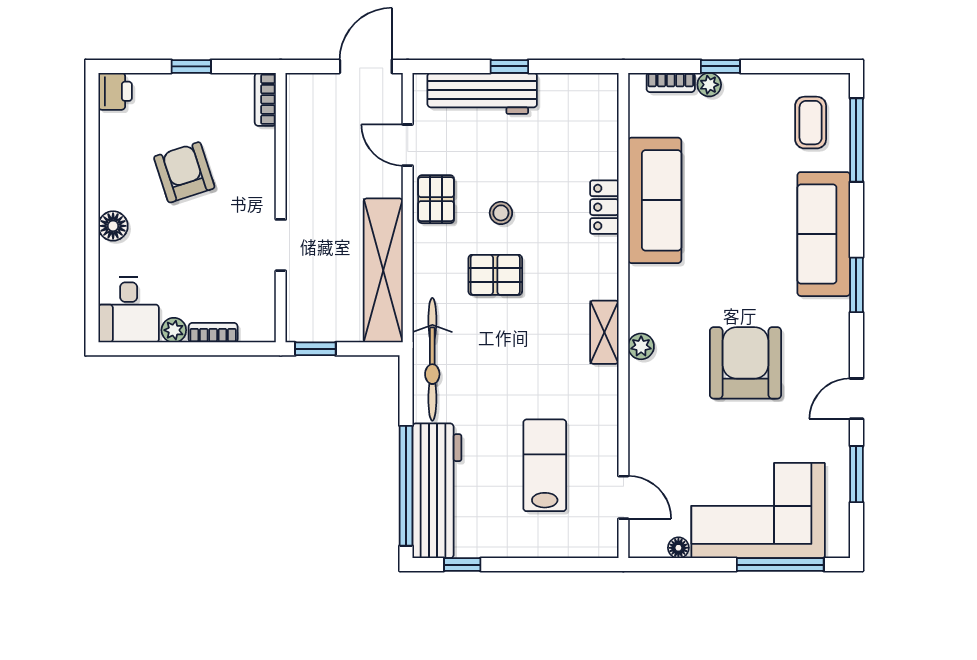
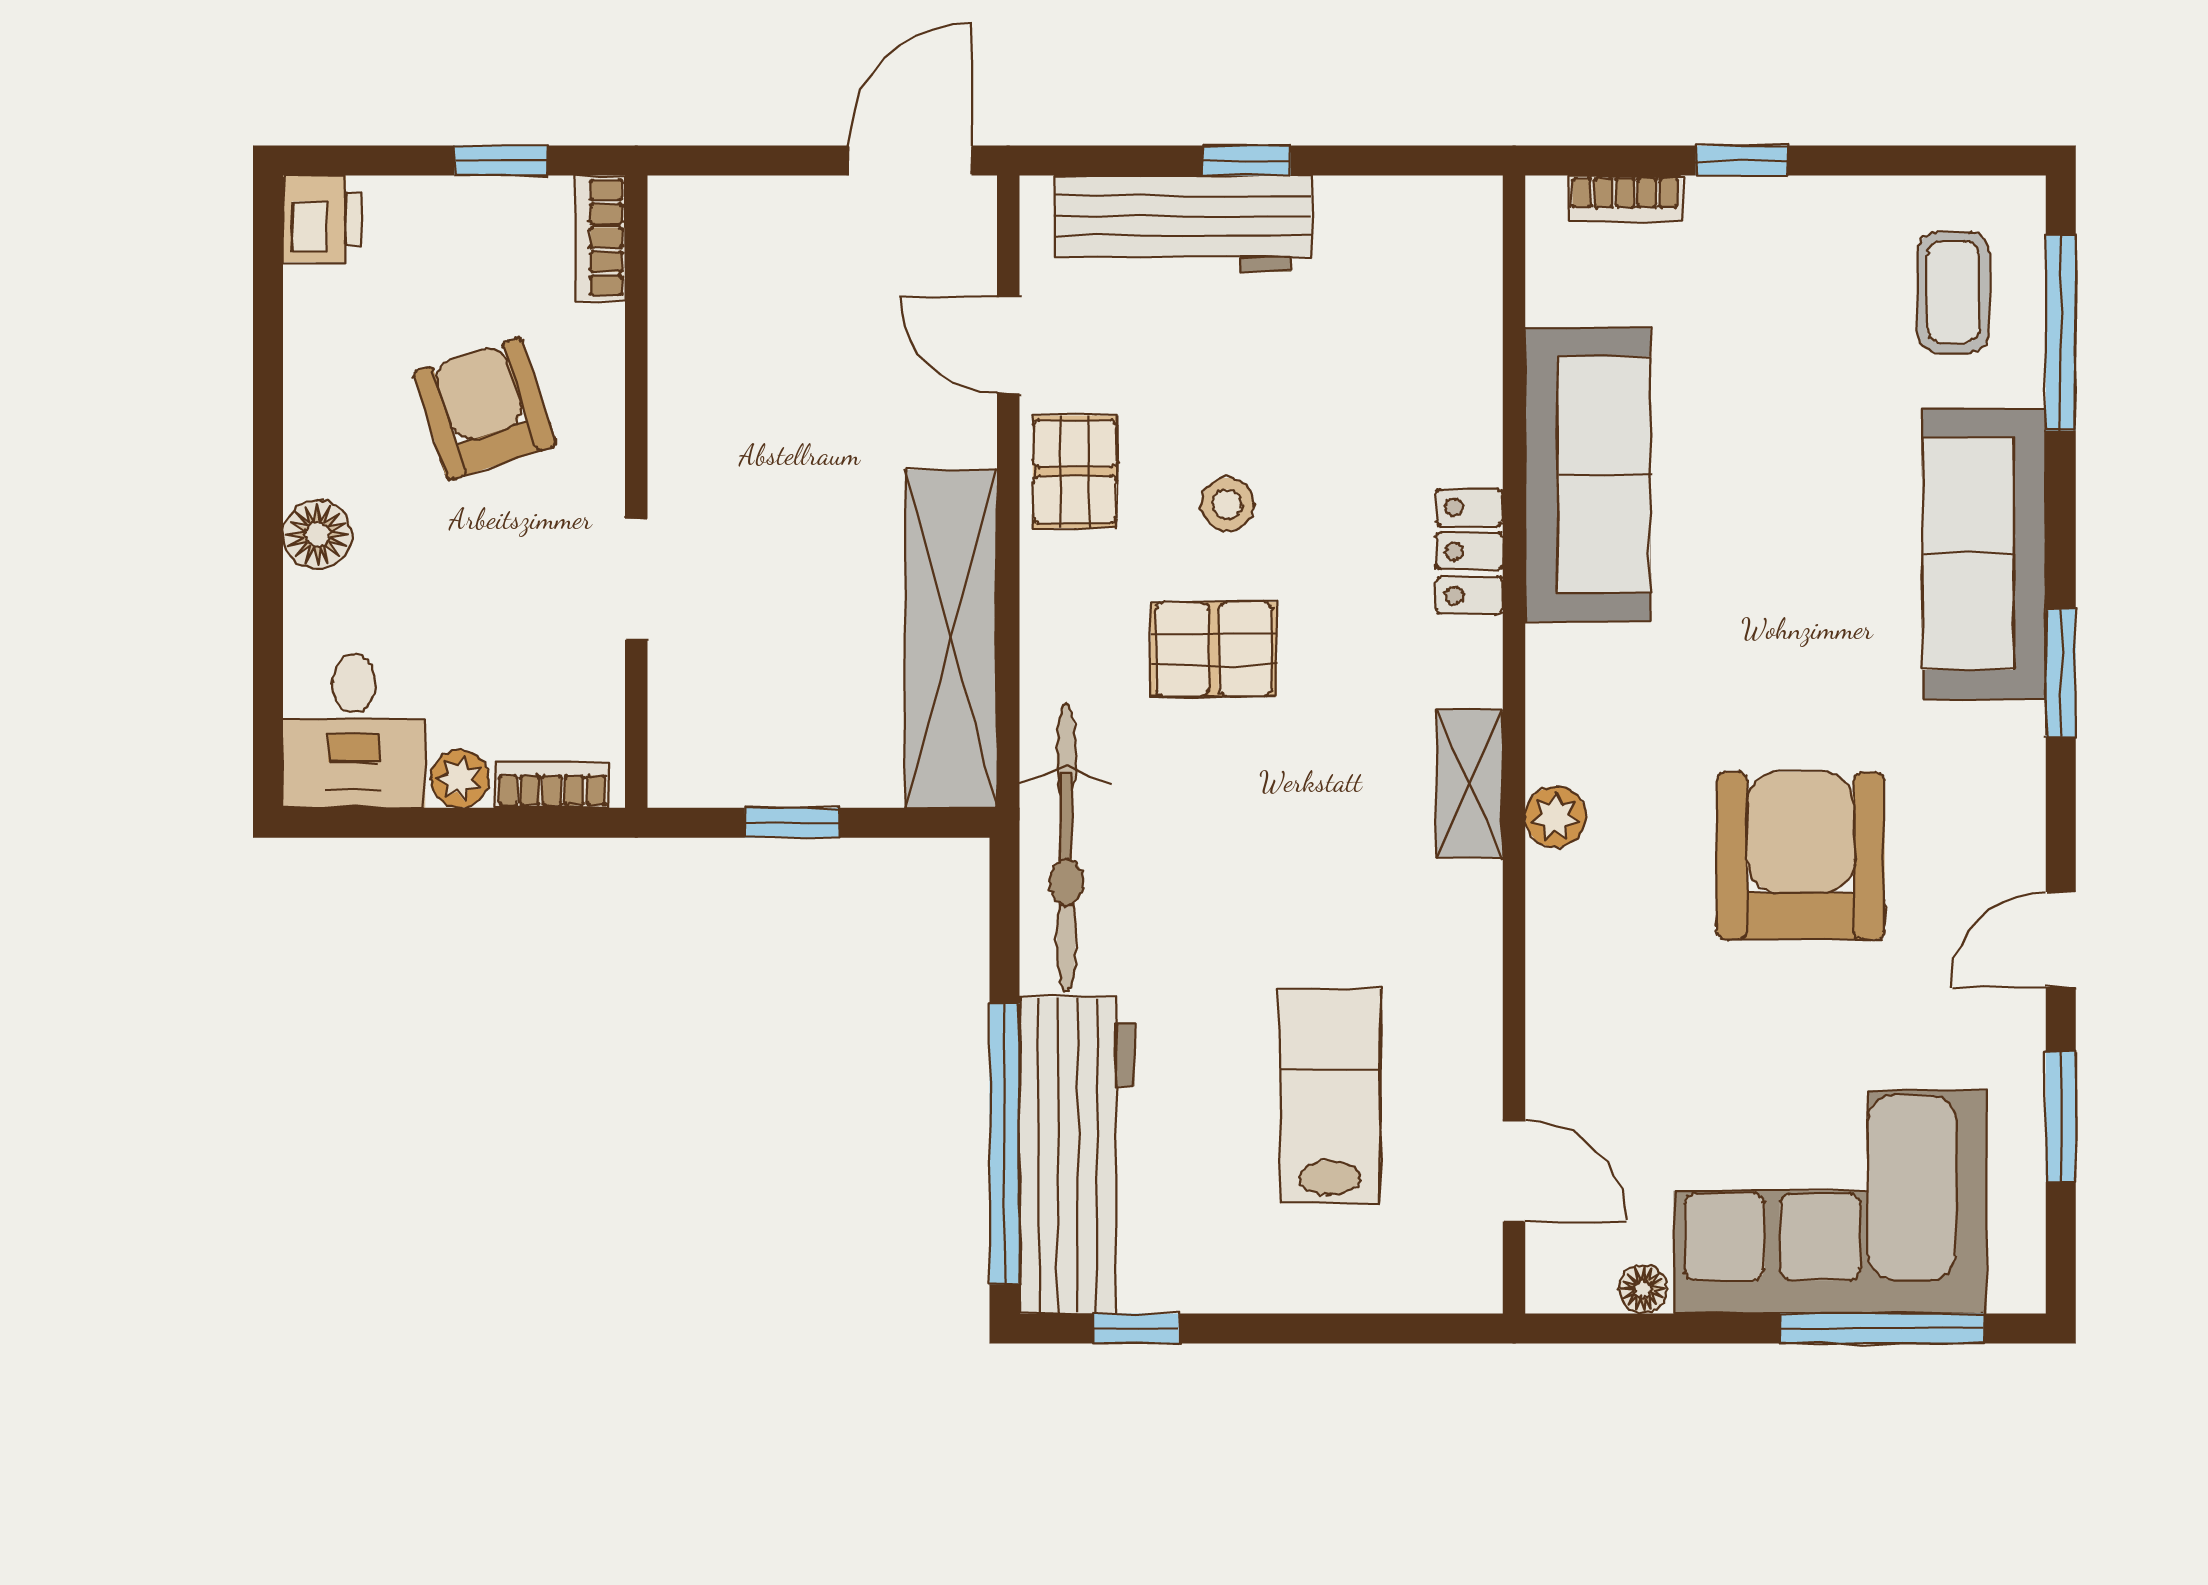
plant: (709, 85) -> (1715, 203), removed
bookcase: (265, 99) -> (600, 238), moved
locker: (604, 207) -> (1469, 551), moved
wall: (281, 208) -> (636, 492), moved
doorway: (281, 245) -> (636, 579), moved

